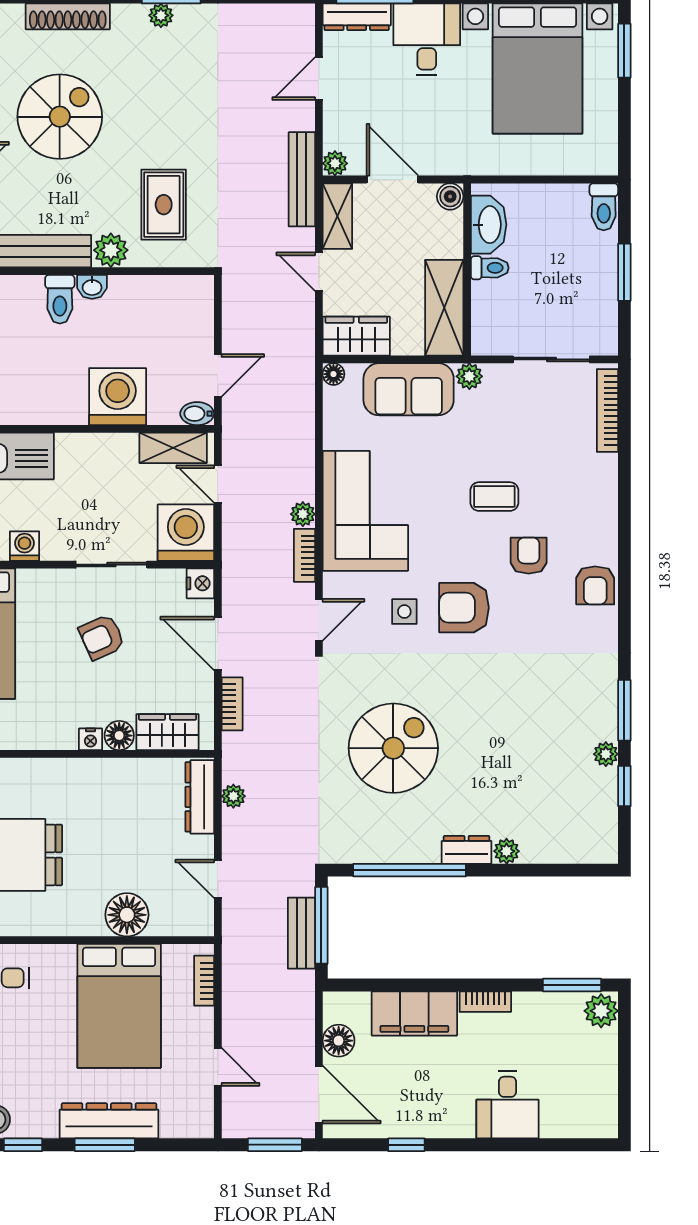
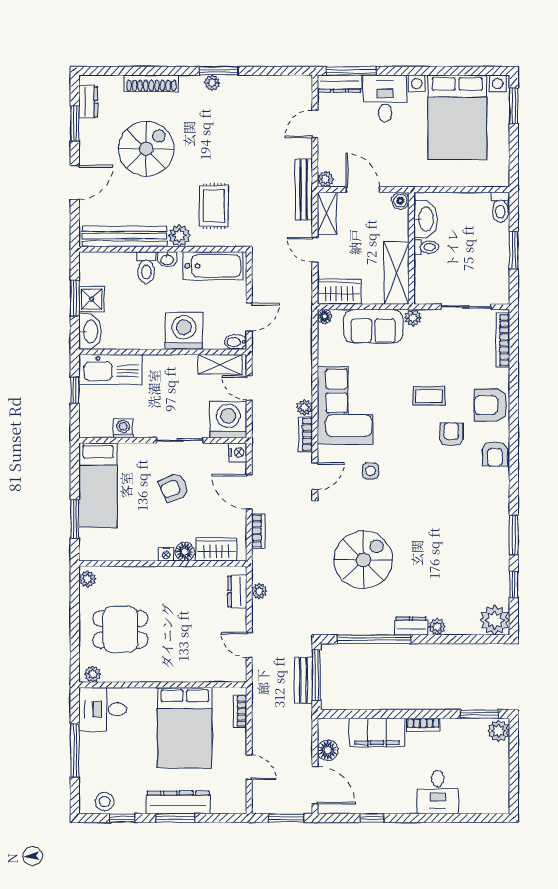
bathtub: (163, 297) -> (213, 266), added
armchair: (464, 608) -> (490, 405), moved
plant: (606, 754) -> (495, 620), moved, width x1.88, depth x1.88
dresser: (200, 797) -> (237, 592), width x0.70
floor lamp: (127, 915) -> (190, 668), removed

